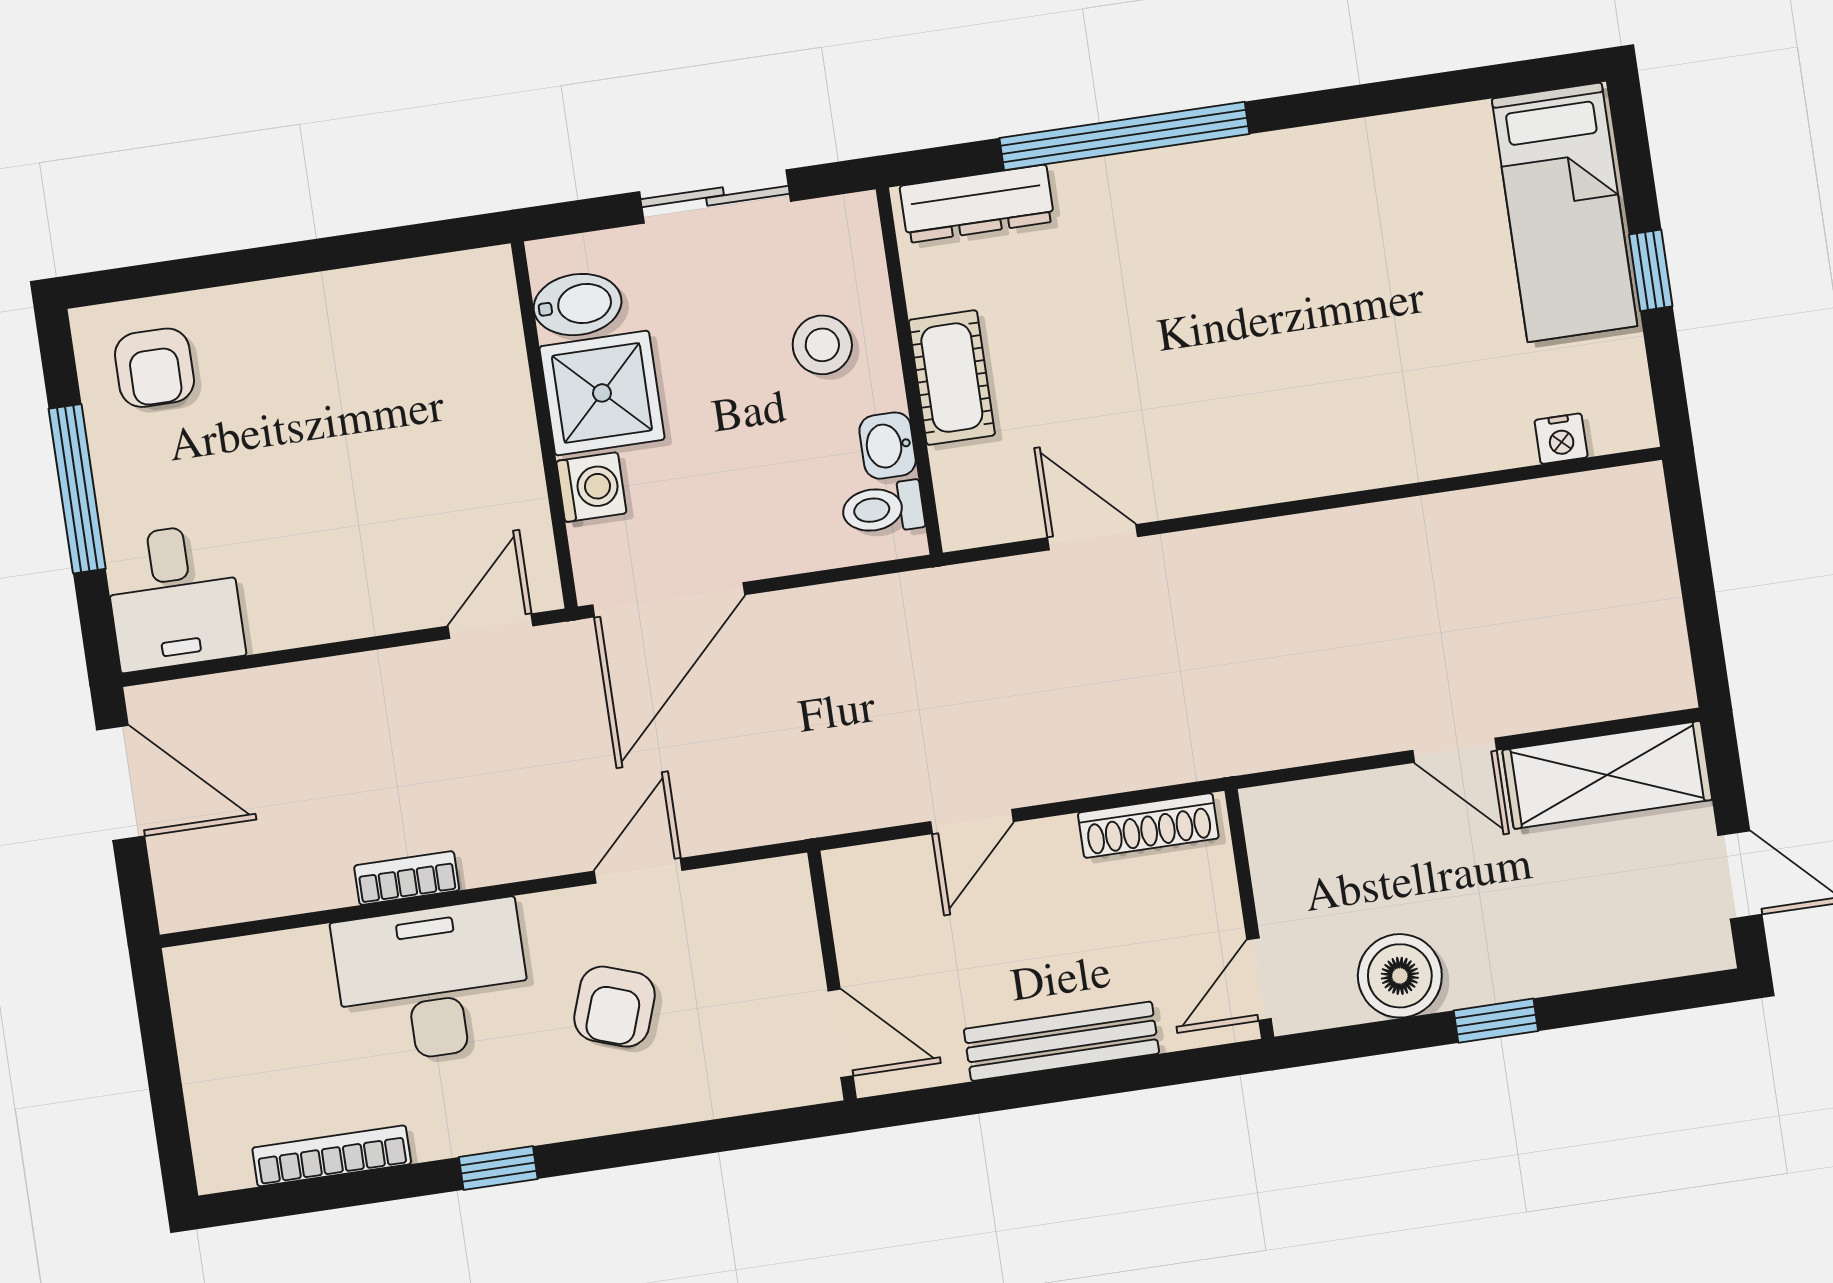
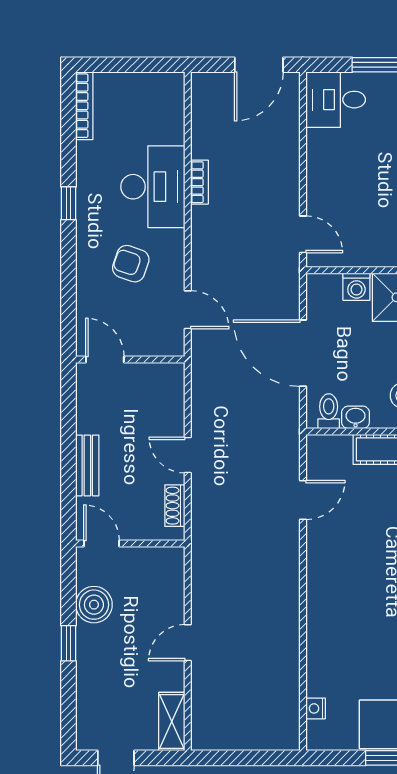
door: (669, 600) -> (303, 353), moved
shelving: (1607, 775) -> (172, 722), width x0.67, depth x0.75
door: (972, 822) -> (188, 455), moved
shoe rack: (1148, 826) -> (175, 506), width x0.70
door: (638, 871) -> (188, 310), moved
door: (841, 1033) -> (105, 360), swing flipped
bench: (1061, 1041) -> (87, 465), width x0.73
bookcase: (332, 1156) -> (84, 106), moved

